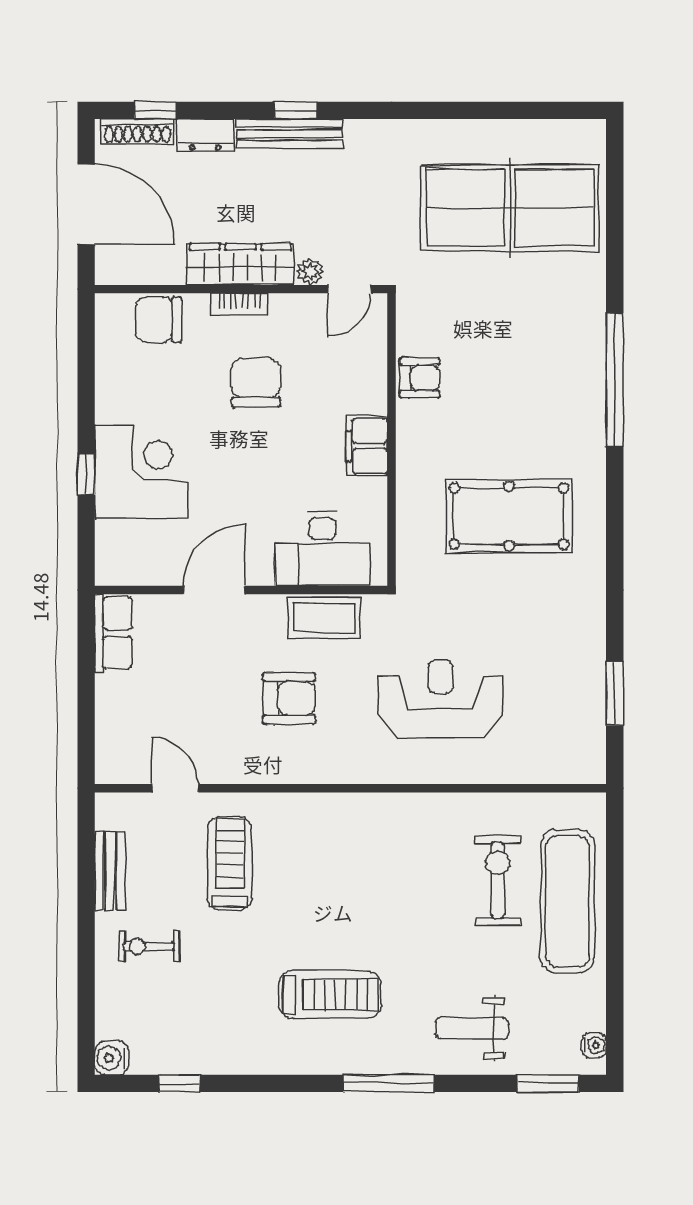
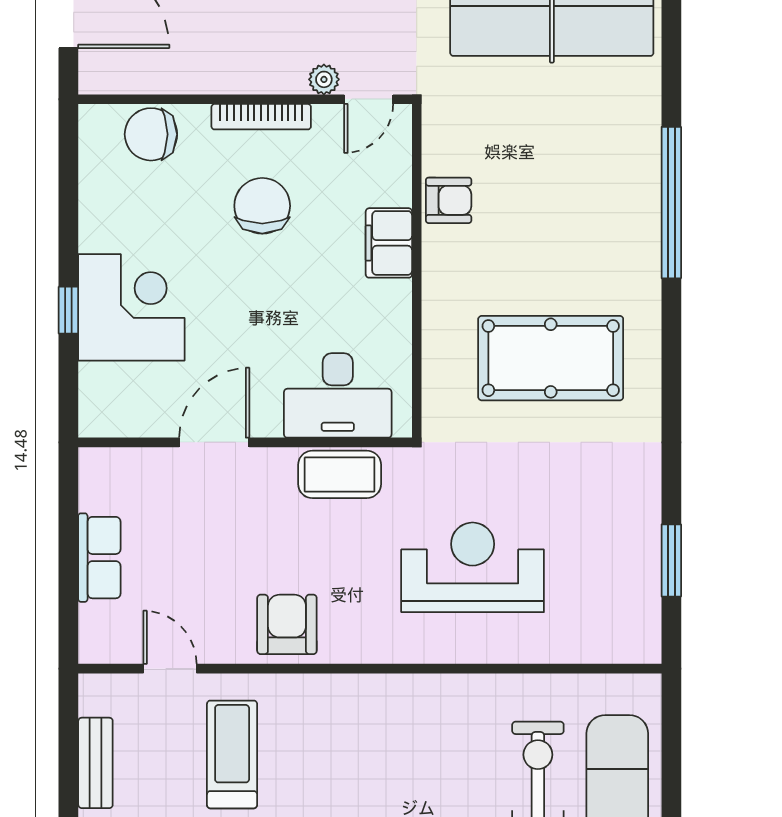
wardrobe: (240, 264) -> (244, 71), removed
bookcase: (239, 304) -> (261, 117), width x1.56
filing cabinet: (367, 446) -> (389, 243), moved
row of seats: (113, 633) -> (99, 558), moved
armchair: (289, 698) -> (287, 624), moved, turned -90

